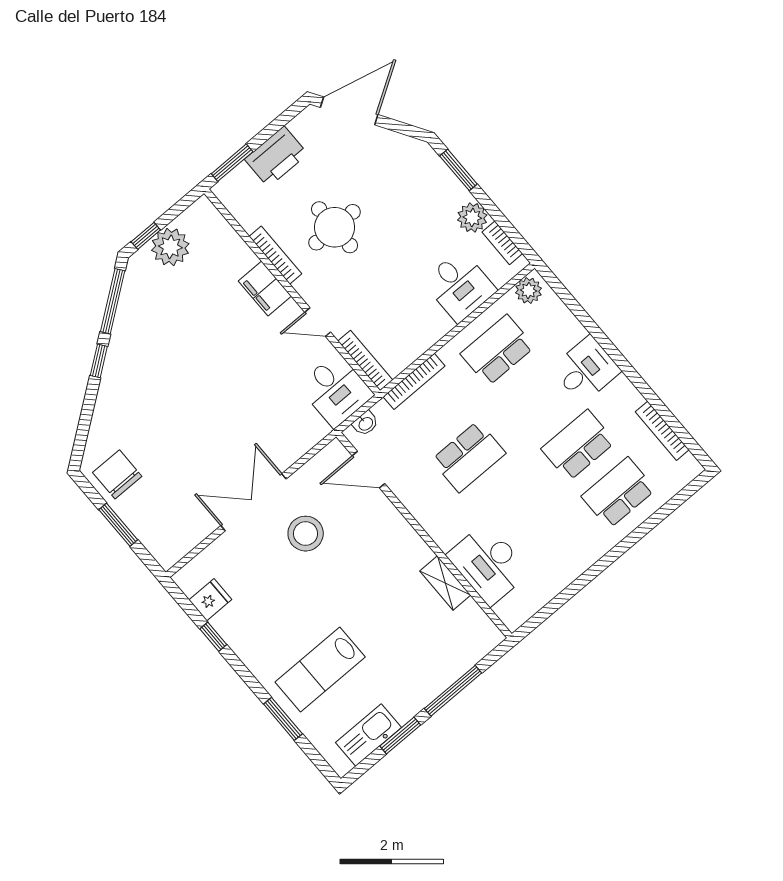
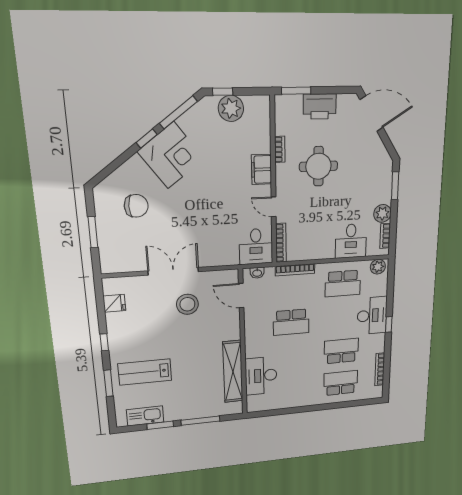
bookcase: (275, 255) -> (280, 149), width x0.64
school desk: (497, 350) -> (343, 284), turned 180
window: (617, 357) -> (389, 324), added
corner desk: (142, 358) -> (171, 155), added
desk: (586, 370) -> (372, 315), width x1.37
chair: (117, 474) -> (136, 206), moved, turned 90
shelving: (445, 583) -> (233, 372), width x2.20, depth x1.33
window: (213, 637) -> (104, 342), moved

